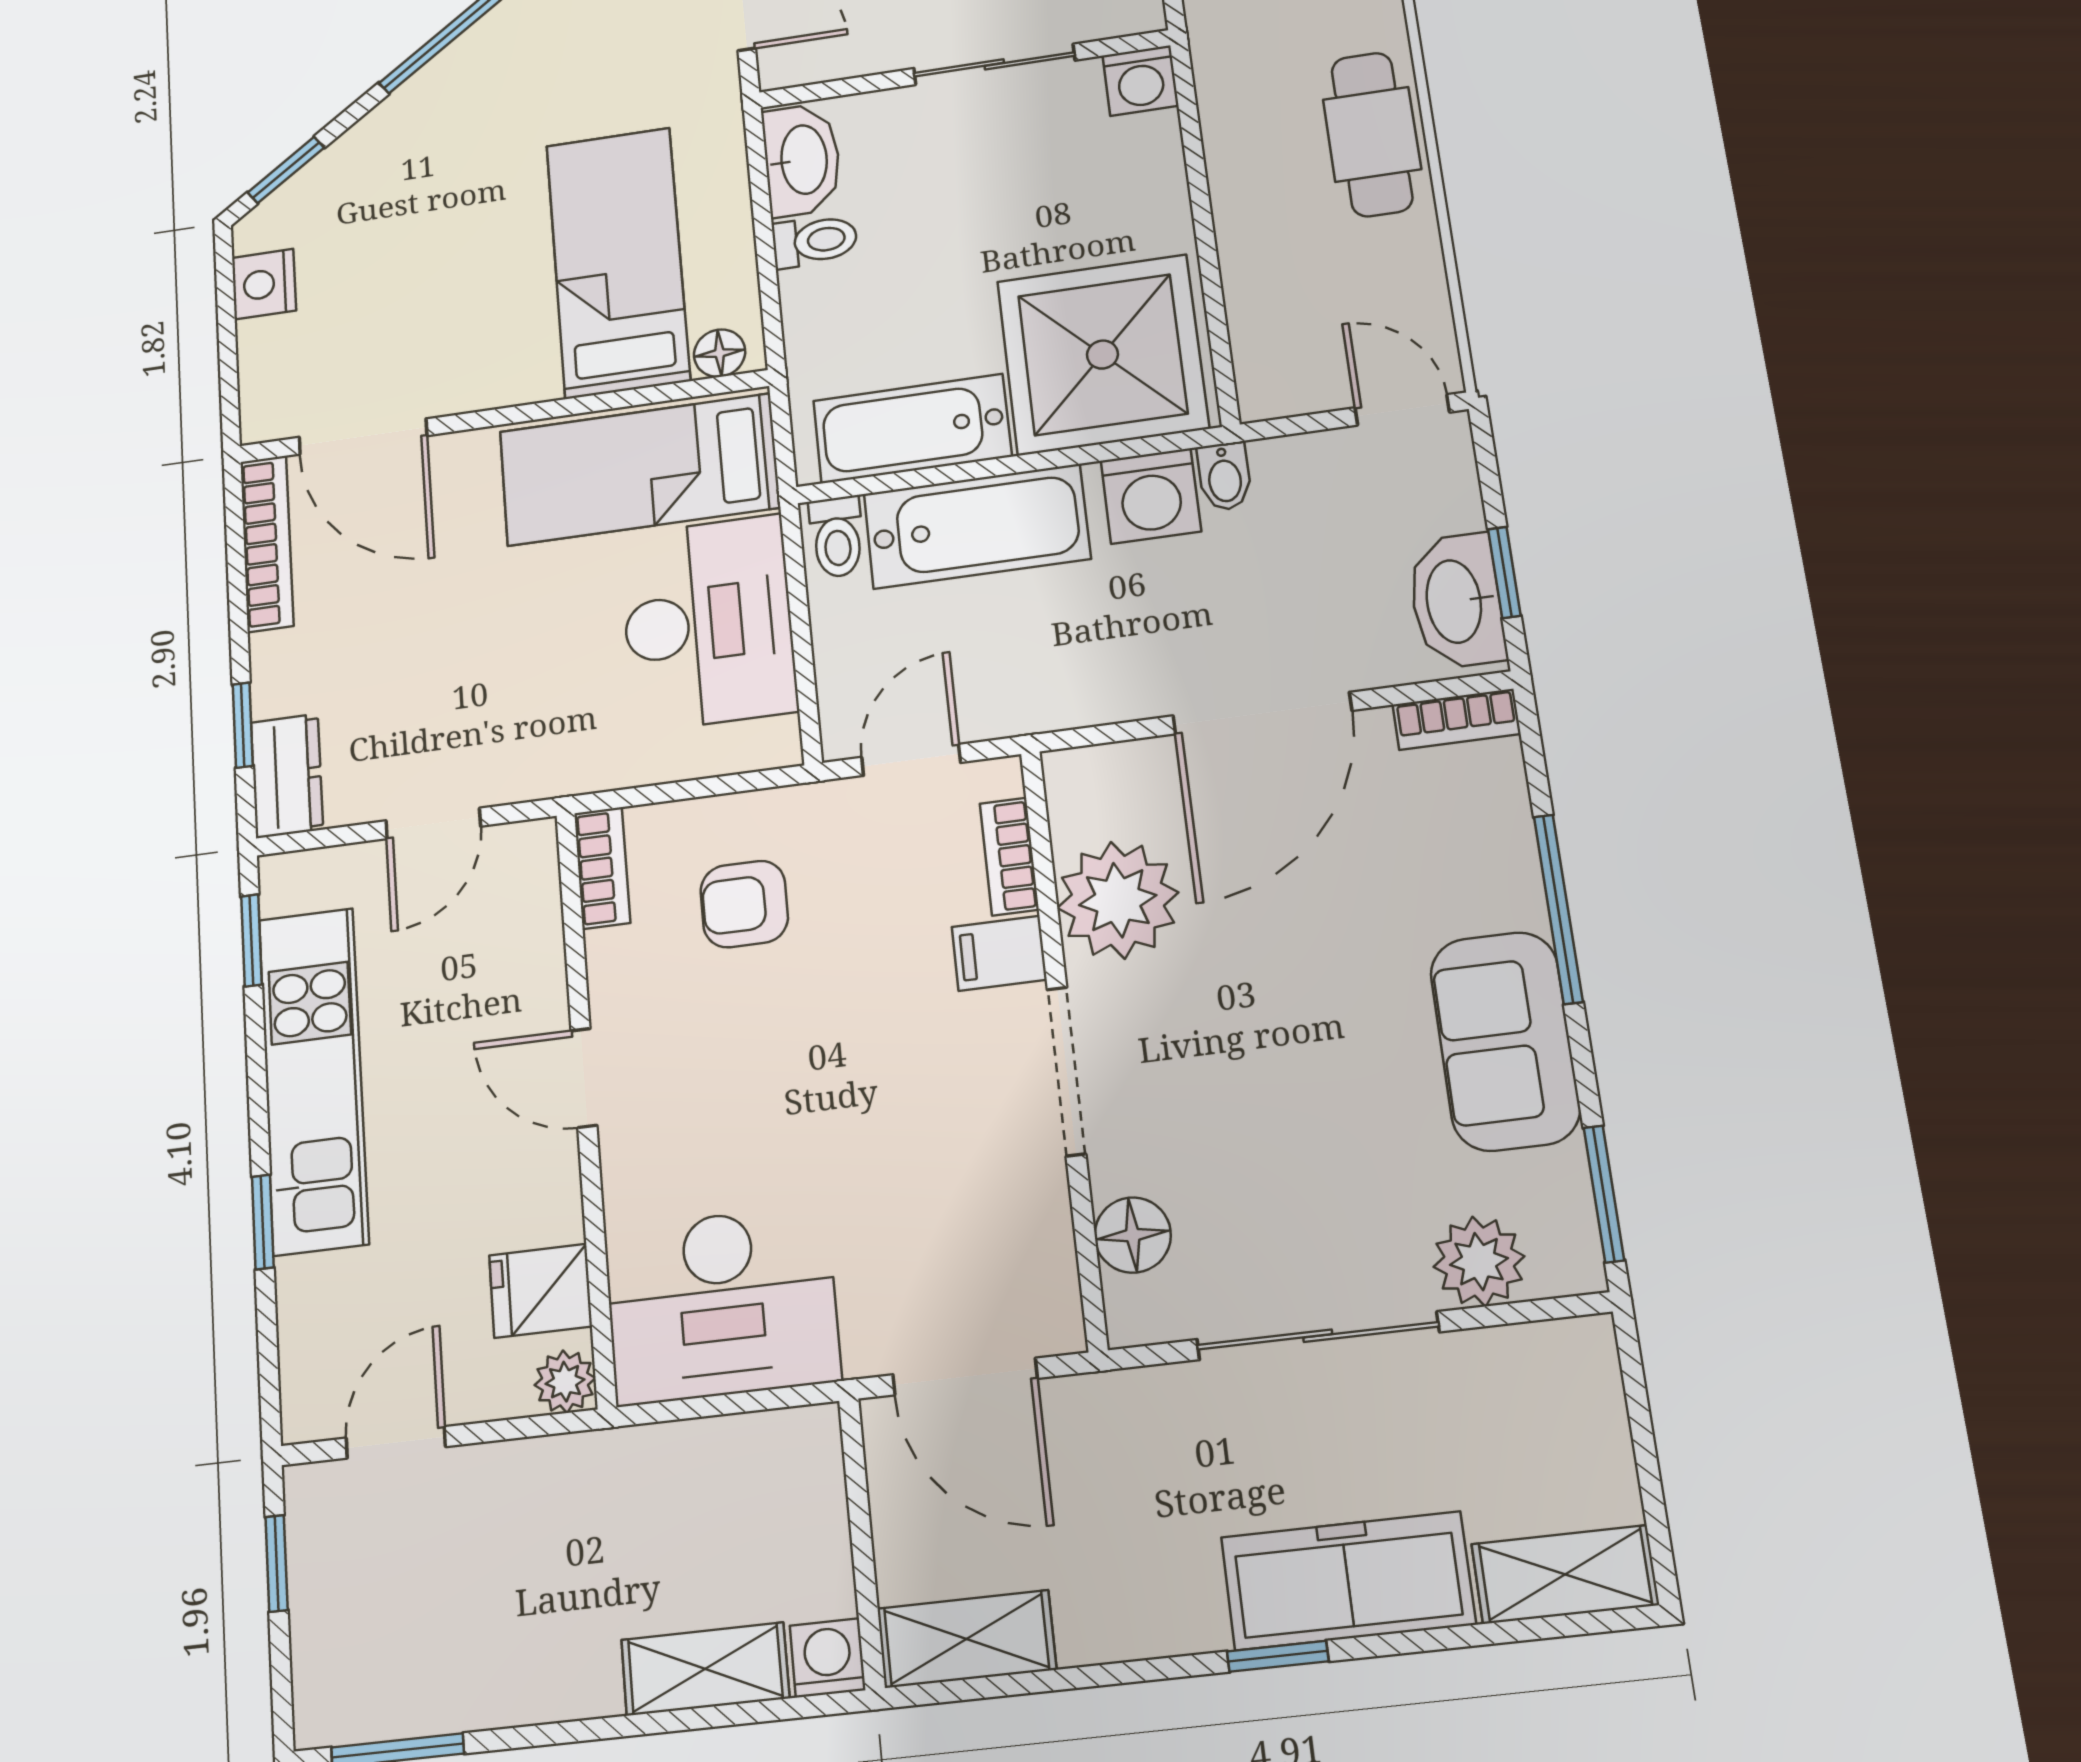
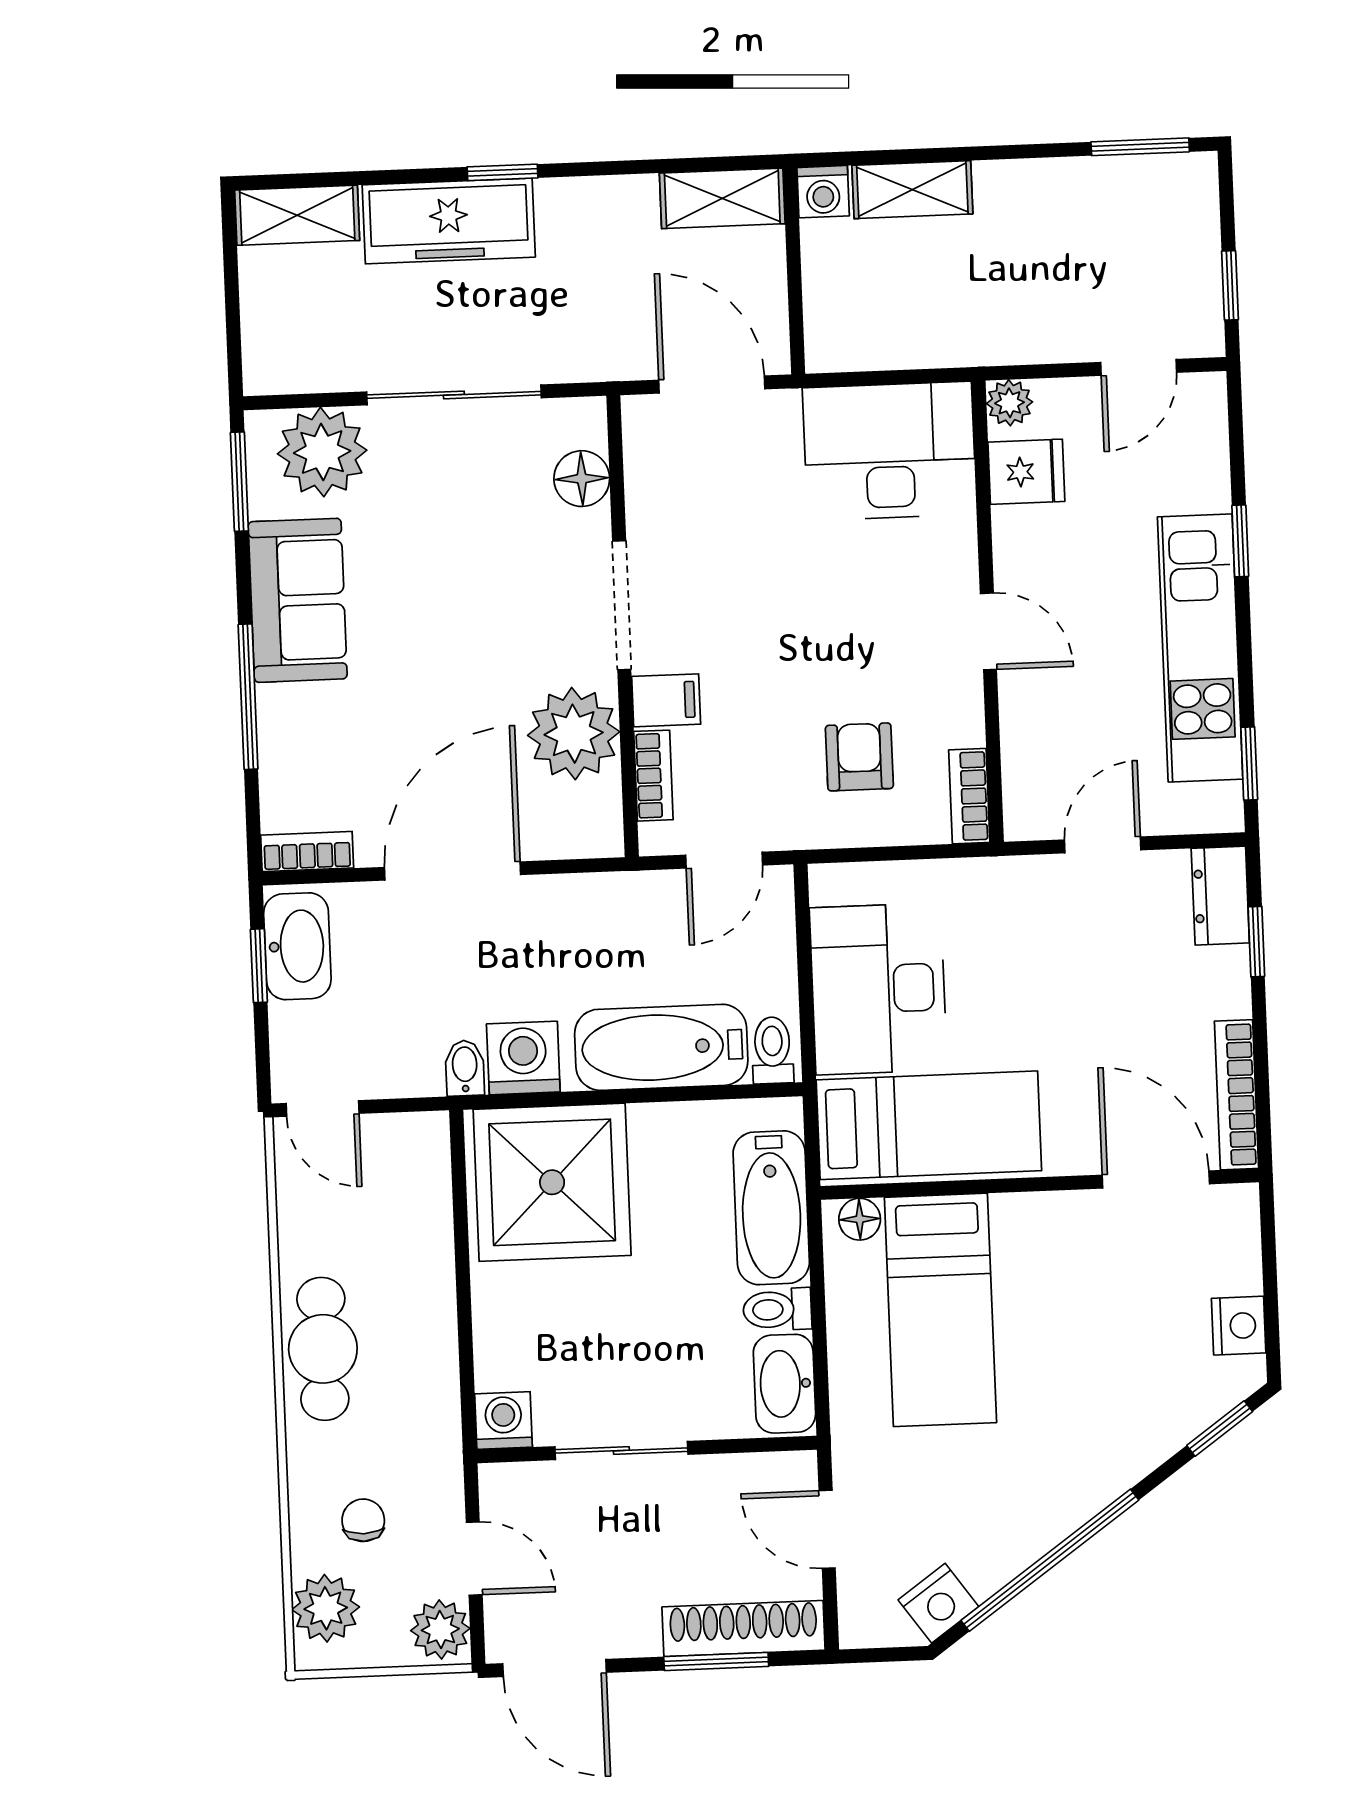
bathtub: (912, 429) -> (771, 1208), moved, turned 90
armchair: (744, 904) -> (859, 757), turned -90
plant: (1479, 1261) -> (322, 452), width x1.36, depth x1.36

